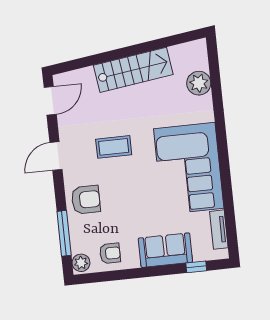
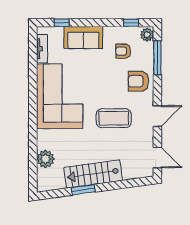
window: (144, 47) -> (83, 190), added
door: (50, 101) -> (157, 157), swing flipped
coffee table: (114, 147) -> (114, 118), width x1.36, depth x1.32
armchair: (110, 253) -> (123, 51), moved
window: (104, 277) -> (131, 23), added

